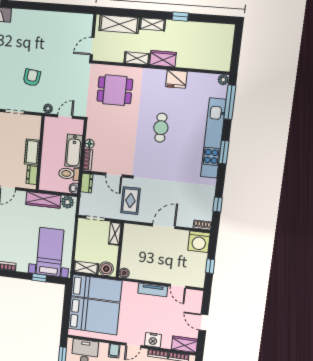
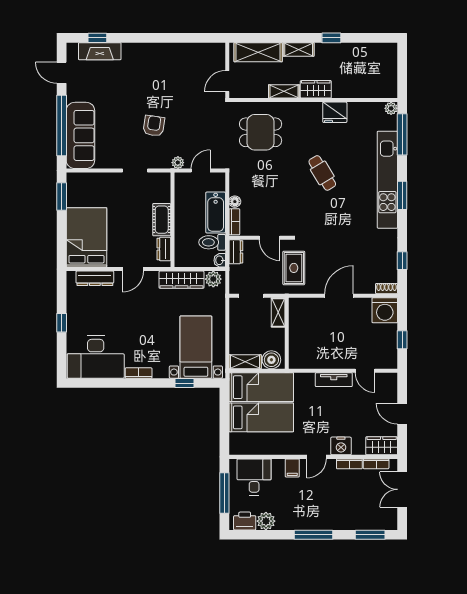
cafe table: (161, 128) -> (322, 173), turned -31
boiler: (124, 273) -> (295, 362), removed
bed: (94, 316) -> (261, 417), width x0.67

